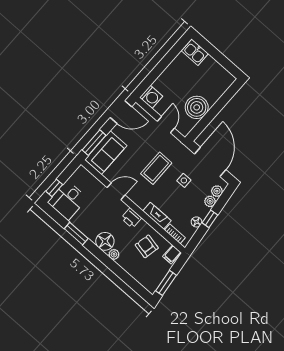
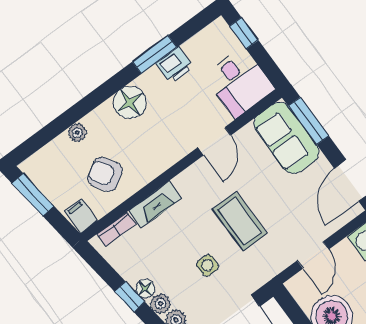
door: (166, 125) -> (313, 255), hinge flipped
desk: (68, 200) -> (239, 83), moved, turned 180
printer: (131, 218) -> (175, 65), moved, turned 180
floor lamp: (196, 222) -> (145, 289), moved
armchair: (147, 246) -> (105, 174), turned -134
plant: (114, 254) -> (77, 133), moved

